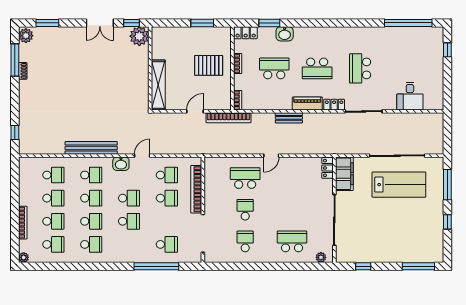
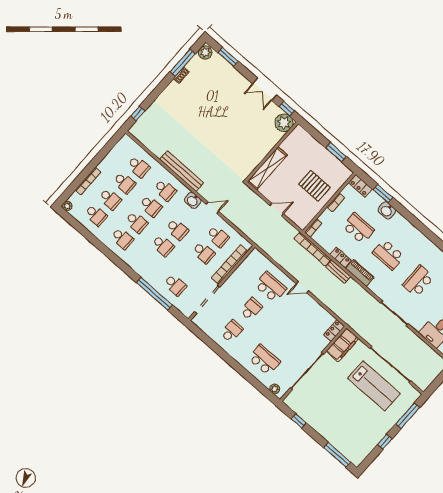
locker: (334, 105) -> (340, 257), moved
bookcase: (228, 118) -> (313, 249), moved

